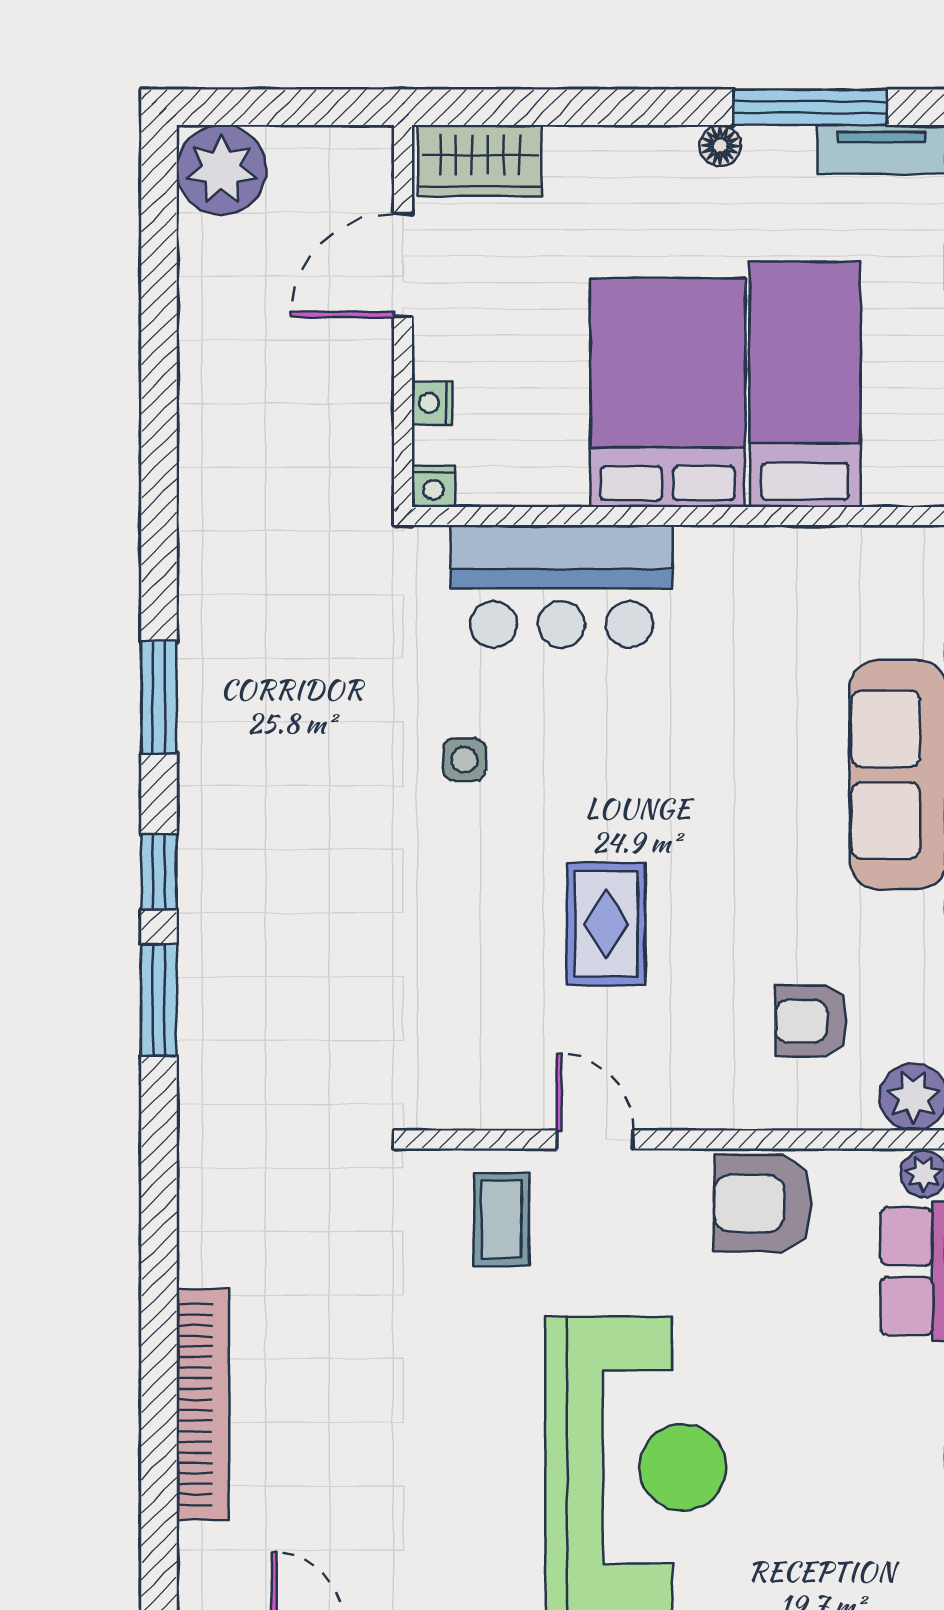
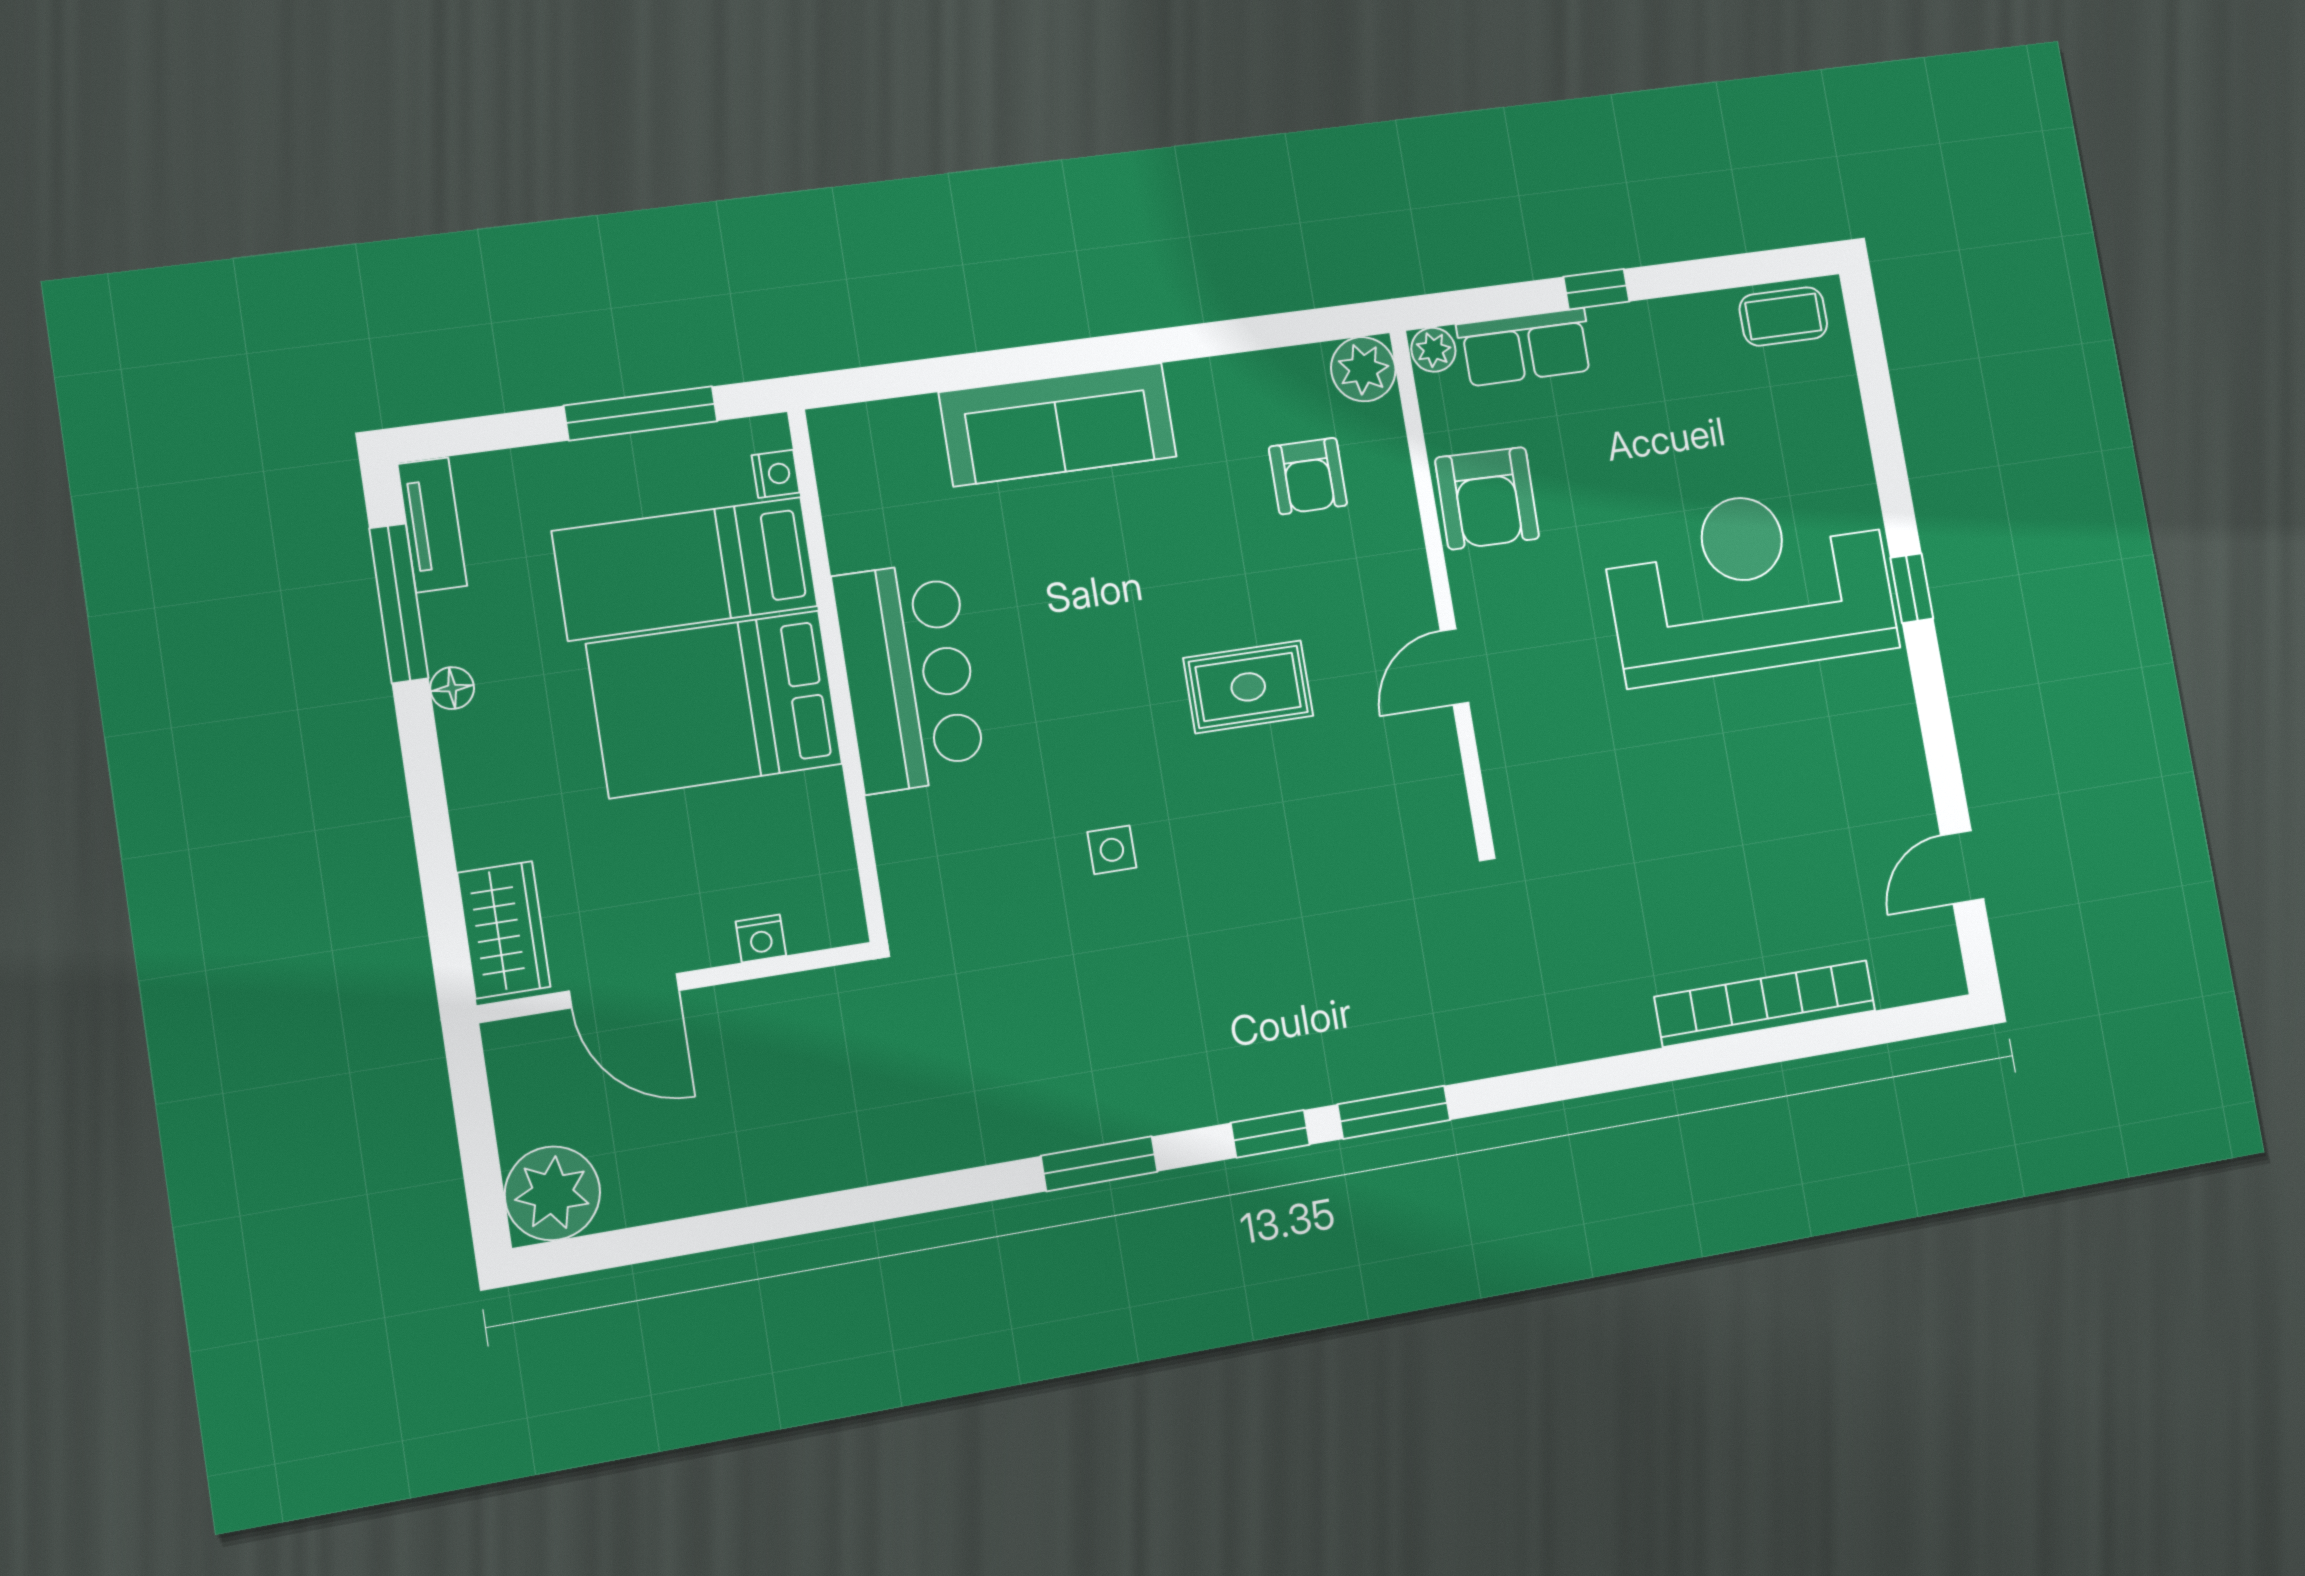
nightstand: (434, 487) -> (776, 474), moved
bar counter: (562, 586) -> (909, 677), moved
coffee table: (501, 1219) -> (1783, 317), moved

